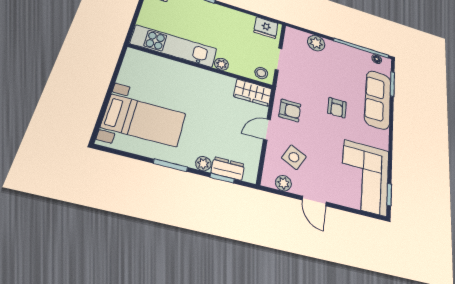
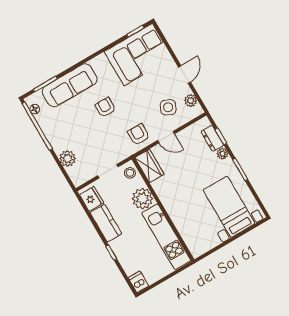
kitchen counter: (235, 18) -> (106, 223), added
plant: (221, 64) -> (142, 199), width x1.88, depth x1.88
armchair: (337, 108) -> (105, 107), turned -90

